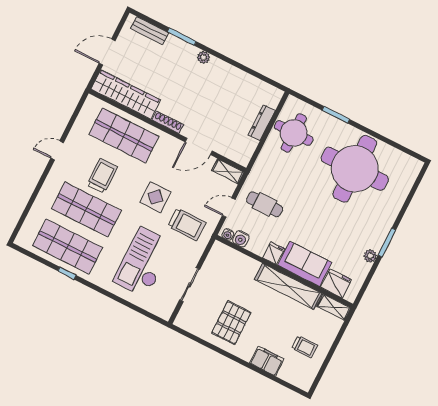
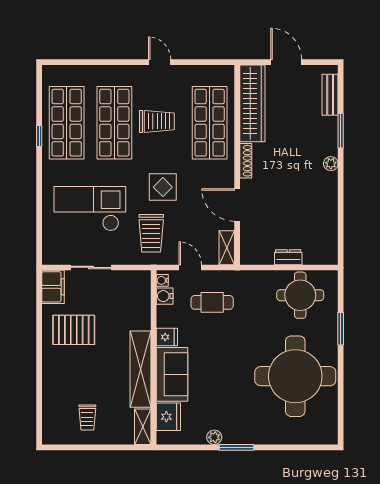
dresser: (262, 123) -> (288, 257), width x0.70
cafe table: (265, 204) -> (212, 302), turned 90
filing cabinet: (267, 361) -> (53, 287), moved

